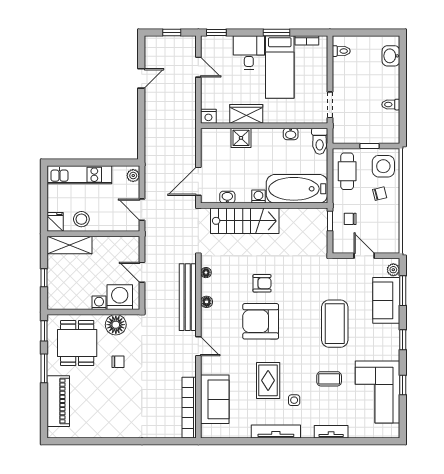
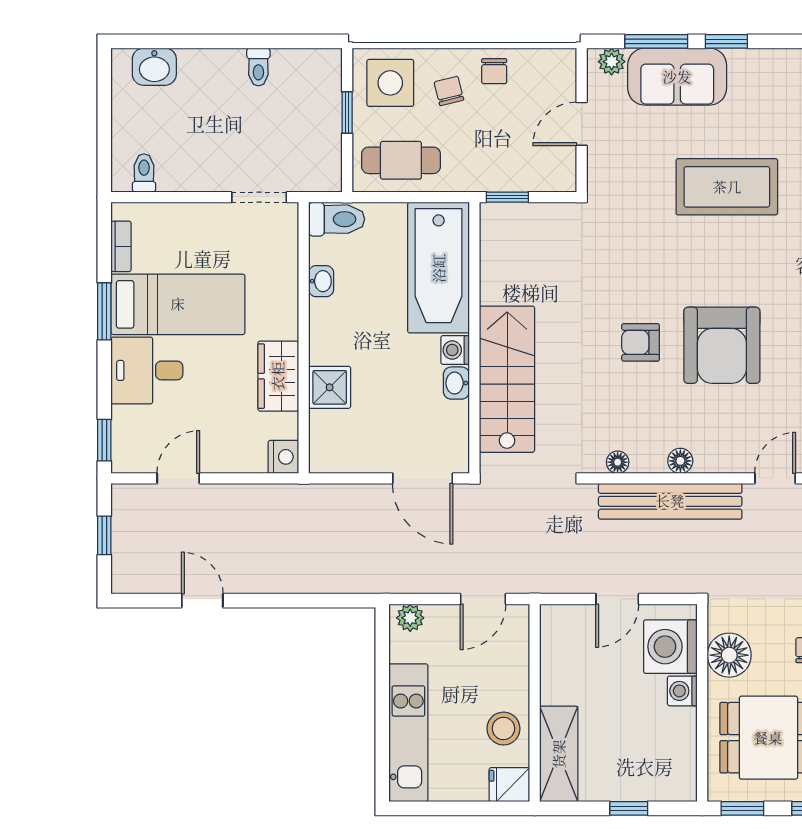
washbasin: (227, 197) -> (456, 383), moved
chair: (350, 219) -> (494, 71), moved
armchair: (262, 283) -> (641, 342), turned -90
window: (403, 340) -> (726, 41), moved

